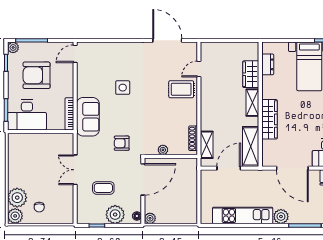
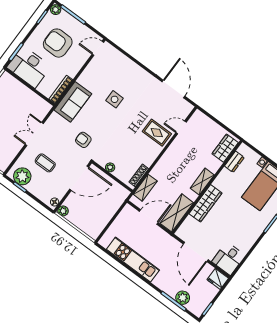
wardrobe: (251, 74) -> (225, 148), moved
plant: (115, 215) -> (22, 176), moved
plant: (281, 217) -> (183, 298), moved

